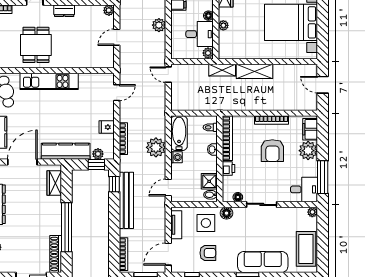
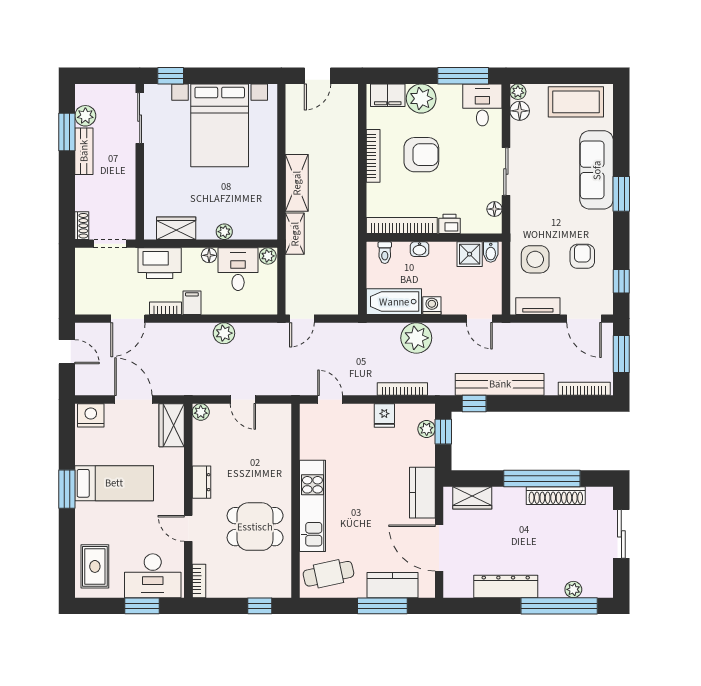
kitchen counter: (66, 151) -> (422, 493), width x0.67
floor lamp: (227, 213) -> (520, 111), moved
shoe rack: (56, 254) -> (556, 496), moved

